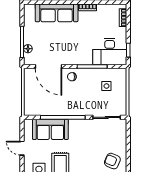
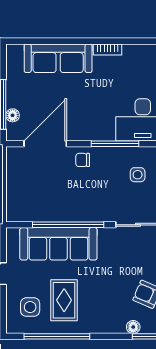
door: (48, 67) -> (45, 144), swing flipped
sofa: (50, 129) -> (58, 244), width x1.36

